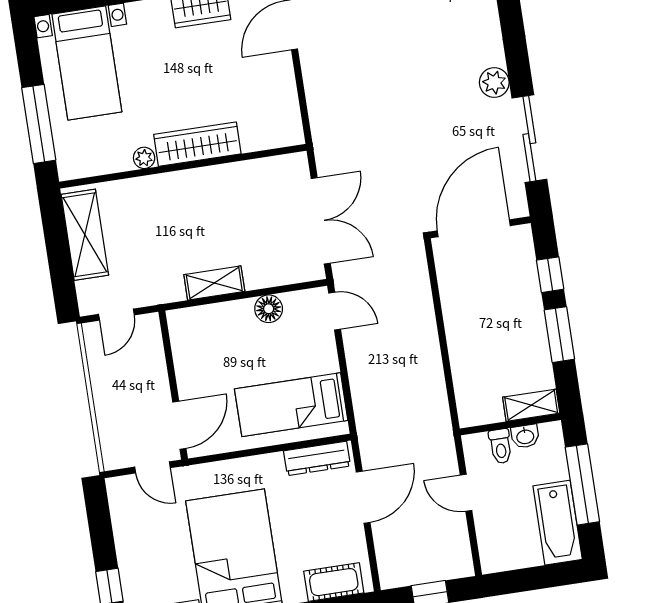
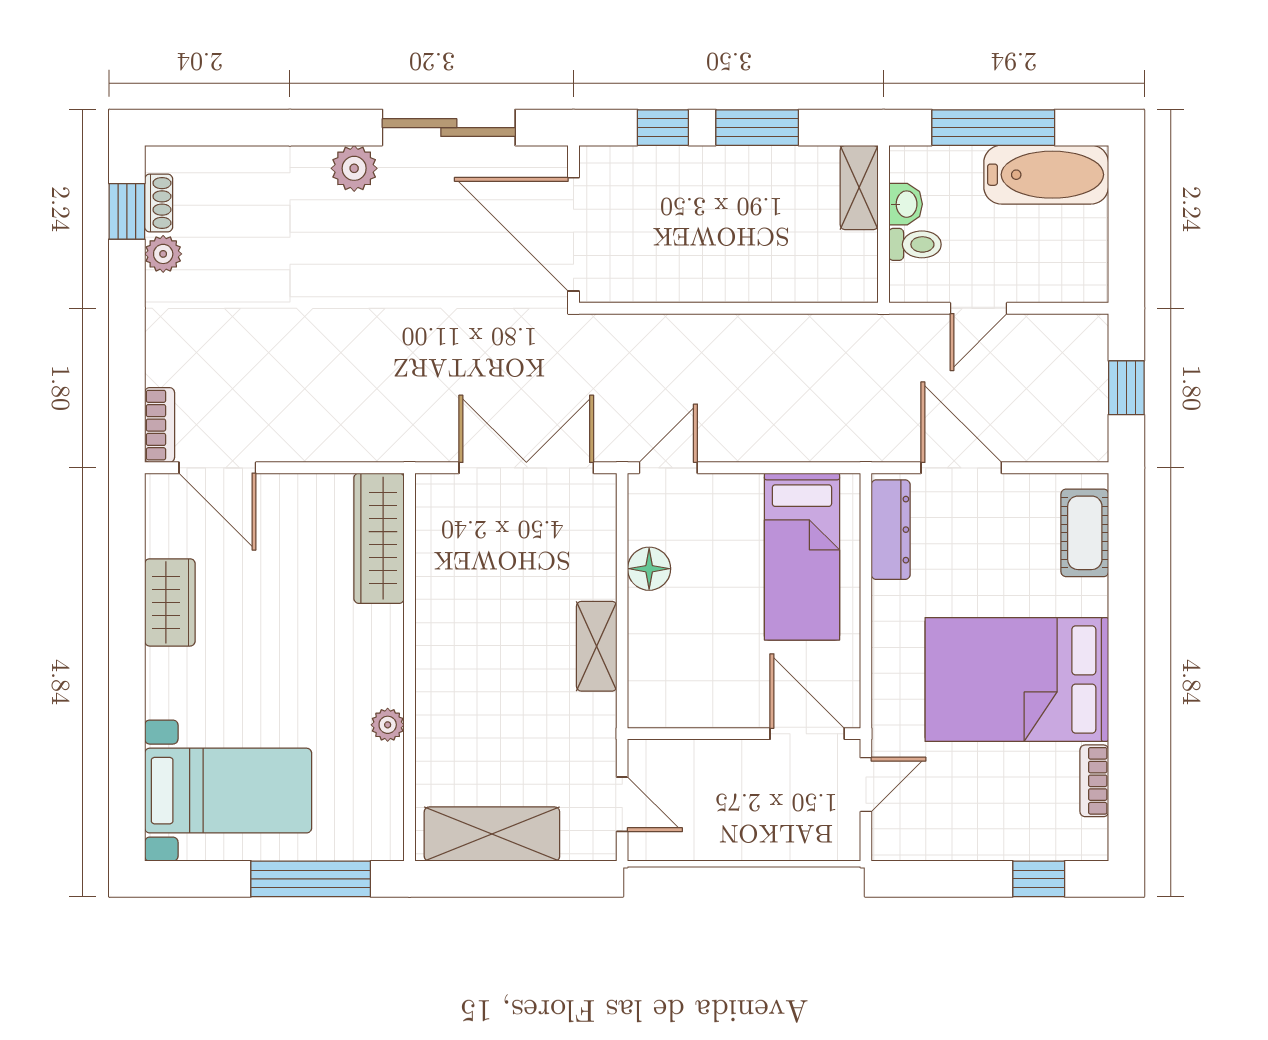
wardrobe: (197, 144) -> (379, 538), moved

